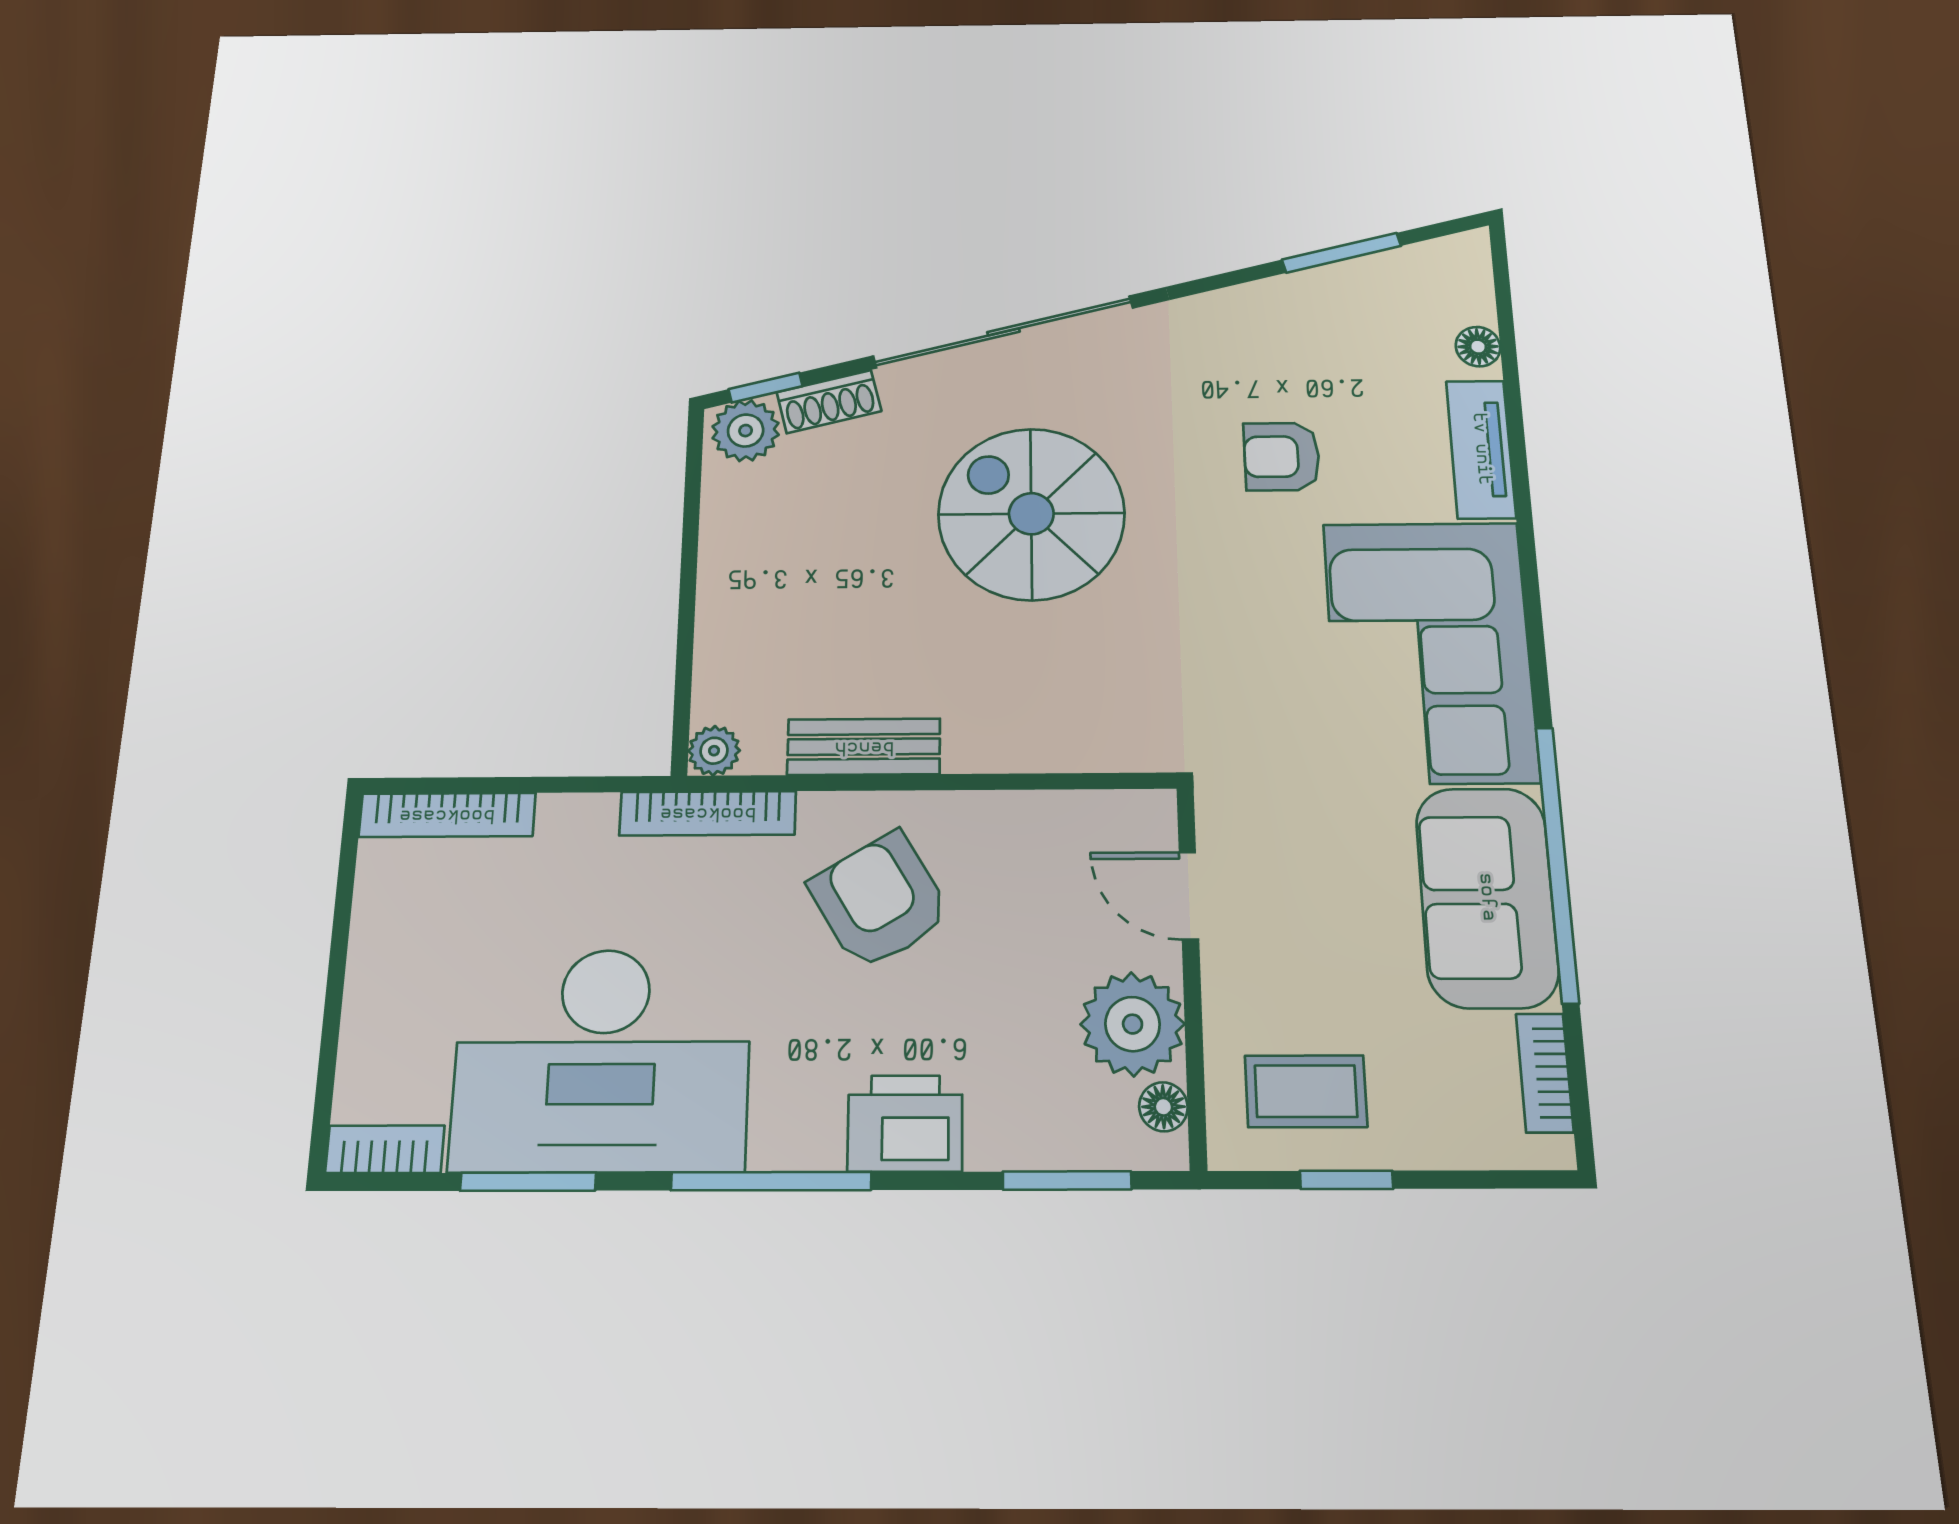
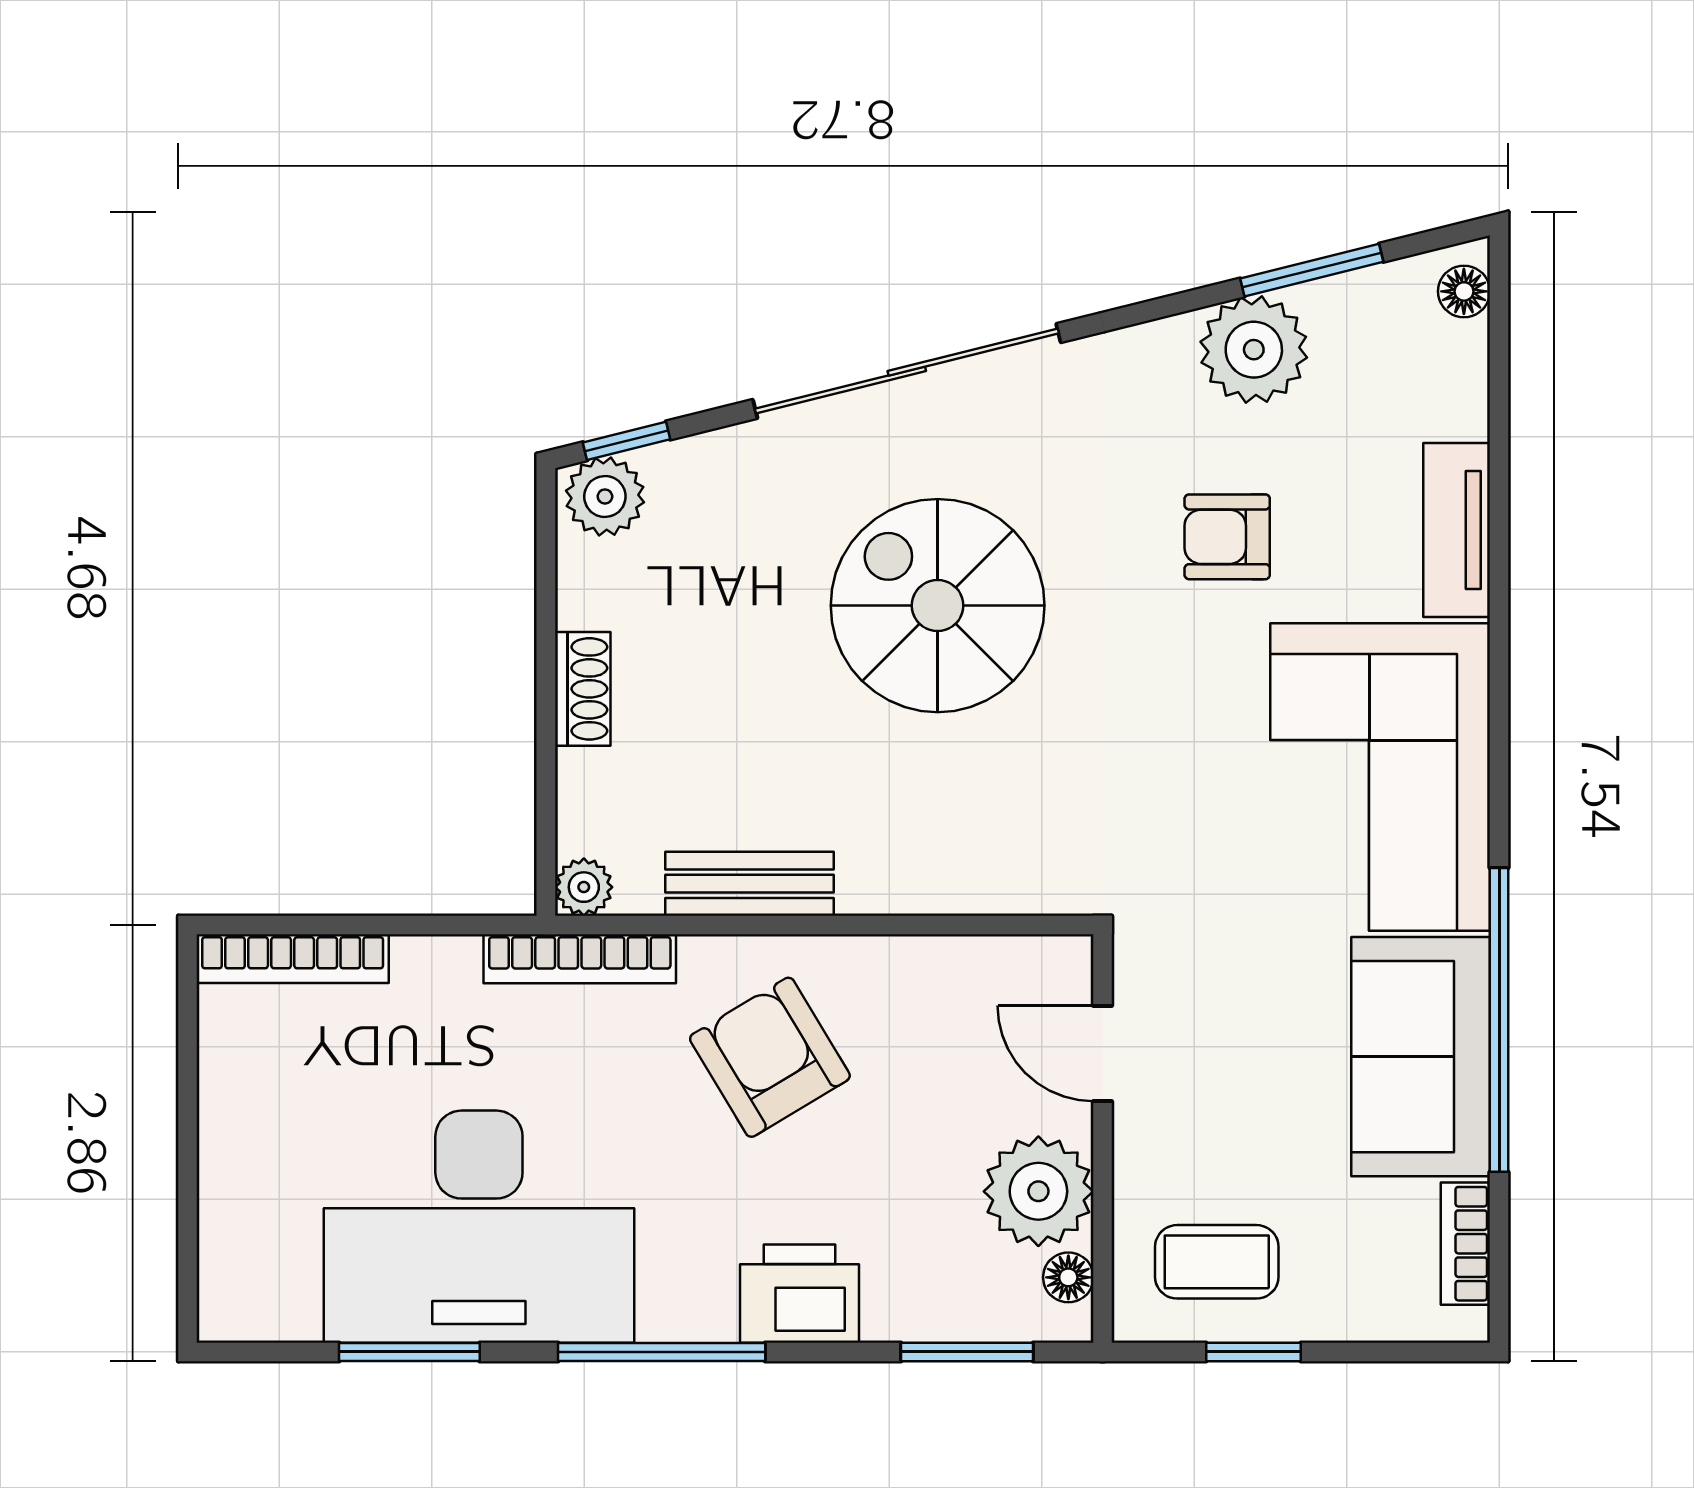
plant: (1296, 312) -> (1254, 350), added
floor lamp: (1478, 347) -> (1464, 291), moved
shoe rack: (829, 402) -> (583, 689), moved, turned -76
bookcase: (385, 1149) -> (257, 1319), removed

